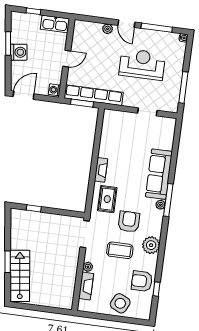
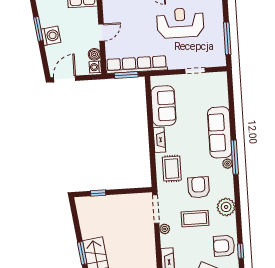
boiler: (56, 78) -> (94, 54), added
sofa: (111, 139) -> (163, 106), added
plant: (88, 267) -> (165, 229), moved

